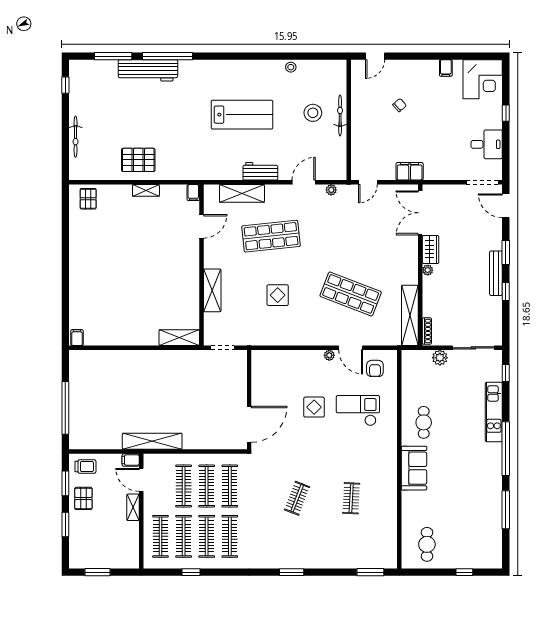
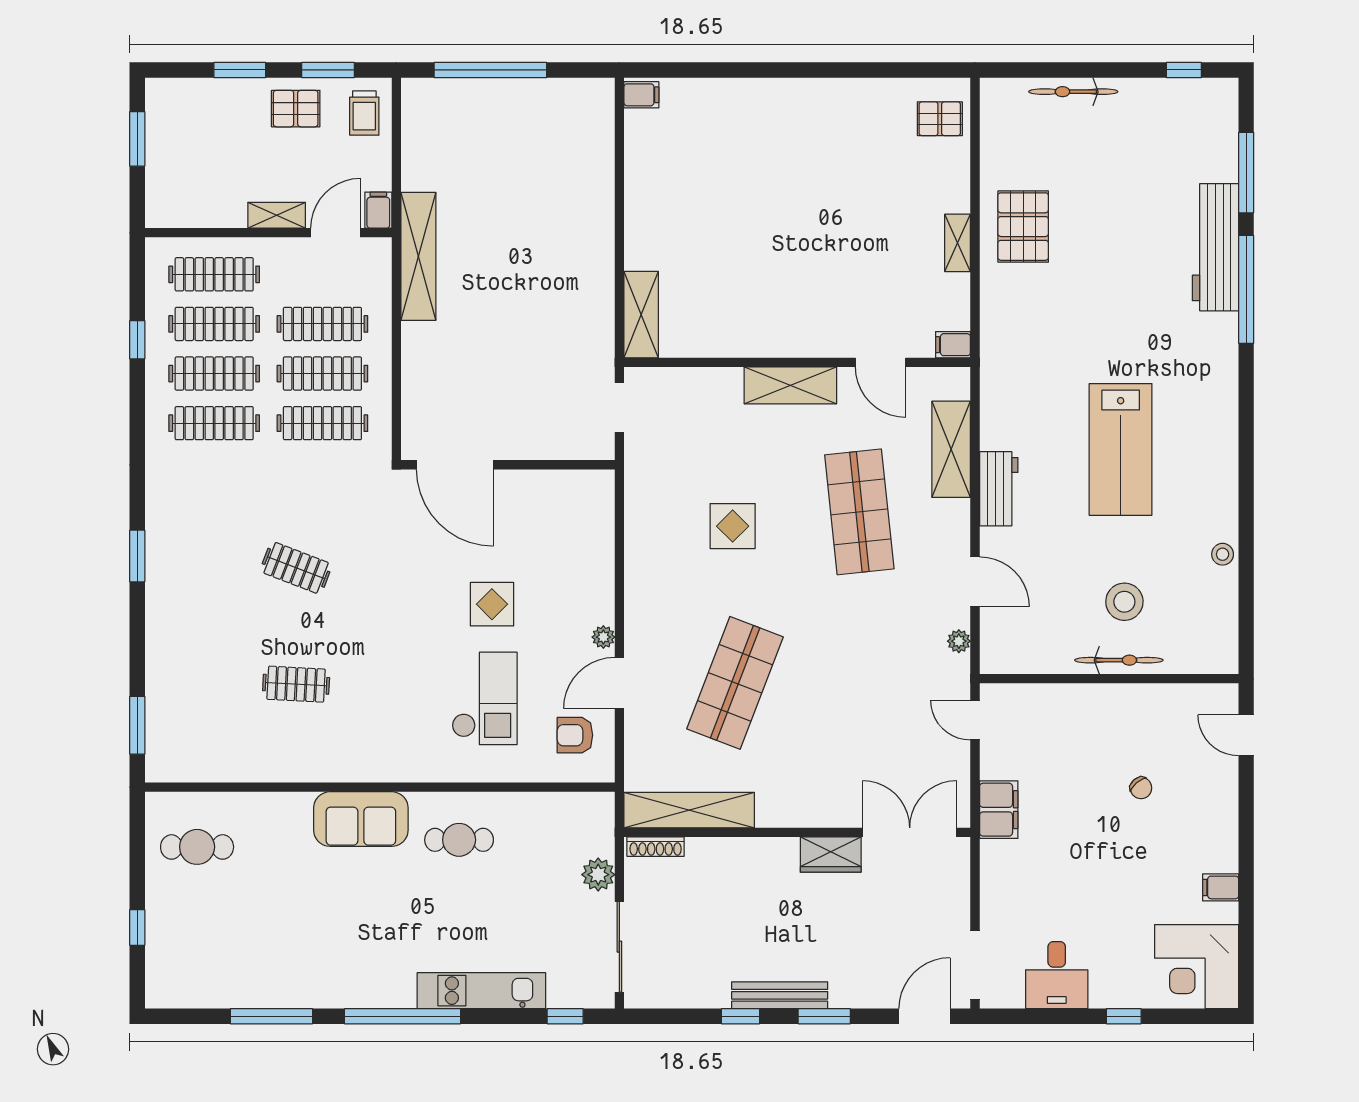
plant: (428, 270) -> (786, 848), removed
shelving: (212, 290) -> (790, 385), moved

